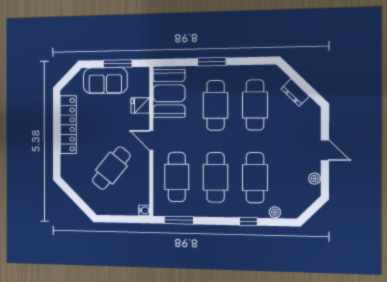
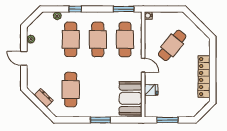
sofa: (105, 81) -> (176, 108), removed
cafe table: (216, 105) -> (98, 90), removed

